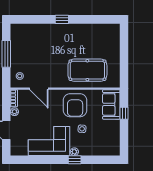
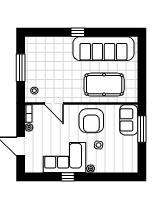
sofa: (87, 35) -> (103, 49), added
window: (124, 113) -> (142, 129), width x2.17
window: (75, 160) -> (68, 177), moved

